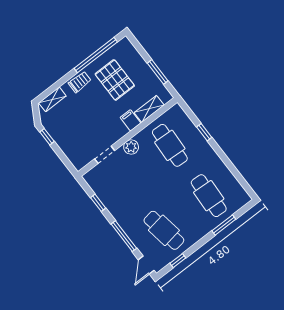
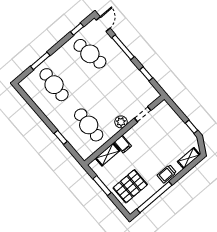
pallet: (115, 80) -> (130, 186), moved, turned 90

